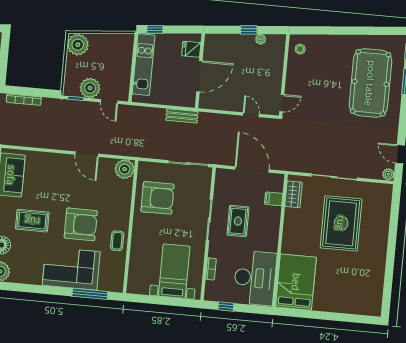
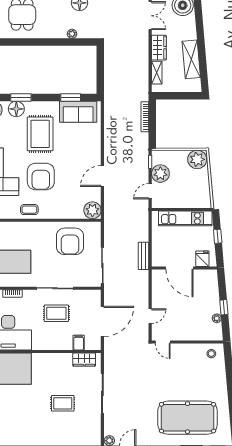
window: (155, 29) -> (218, 236), moved
rug: (32, 221) -> (40, 134), width x1.36, depth x1.43
rug: (341, 223) -> (63, 403), width x0.54, depth x0.49

